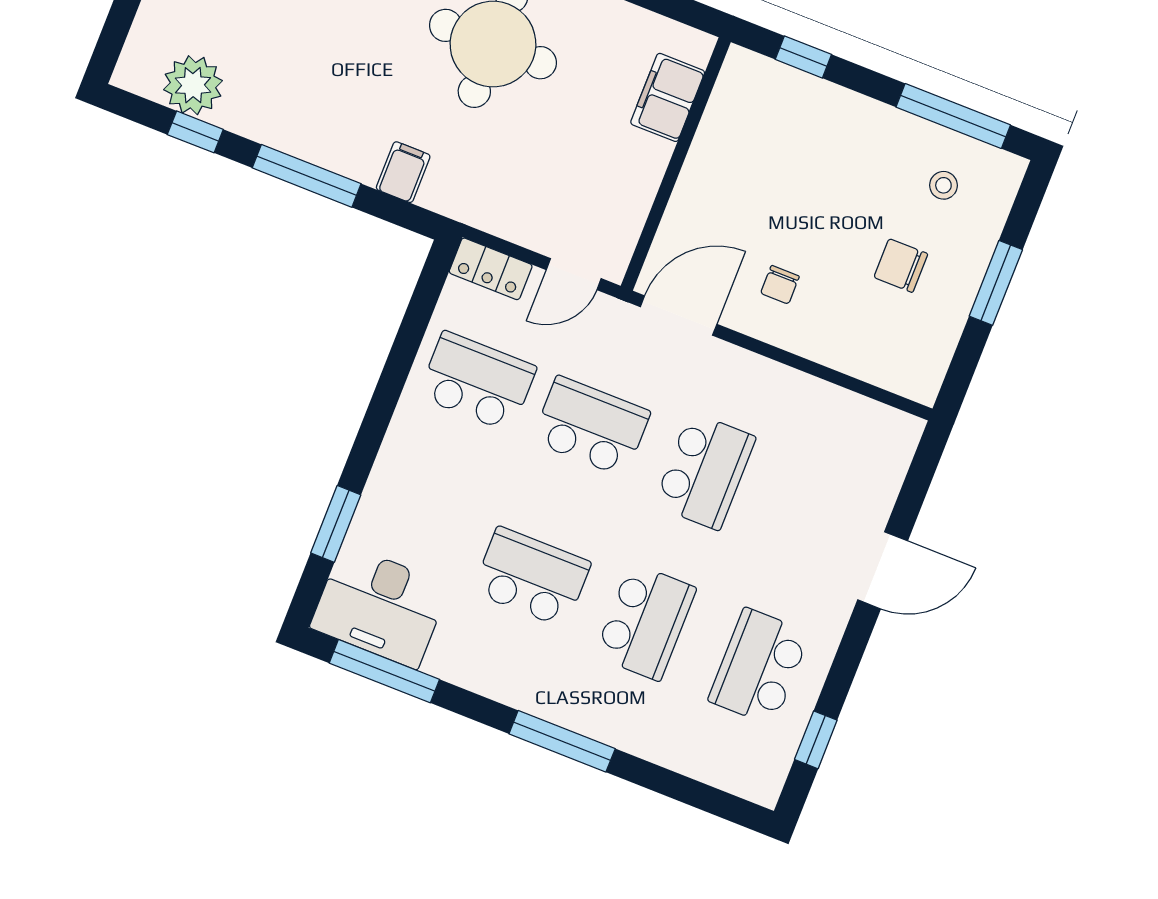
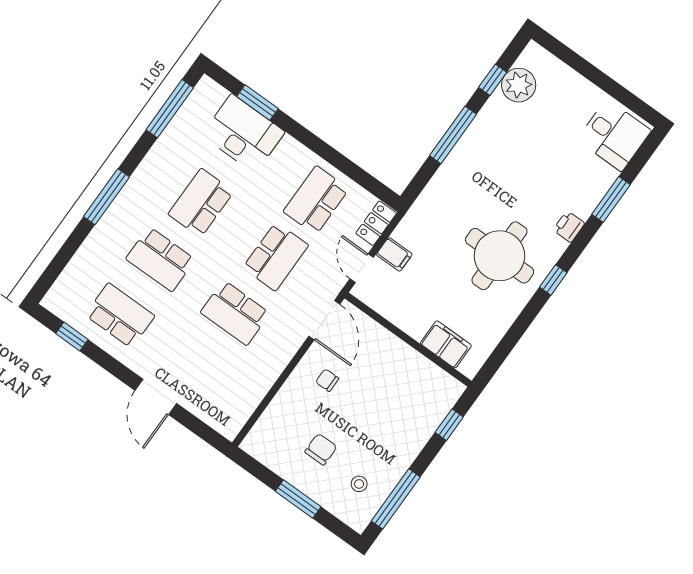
filing cabinet: (403, 172) -> (394, 254), moved
school desk: (477, 381) -> (316, 200), turned 180
school desk: (532, 577) -> (201, 203), turned 180
desk: (380, 606) -> (243, 133), moved, turned 90

